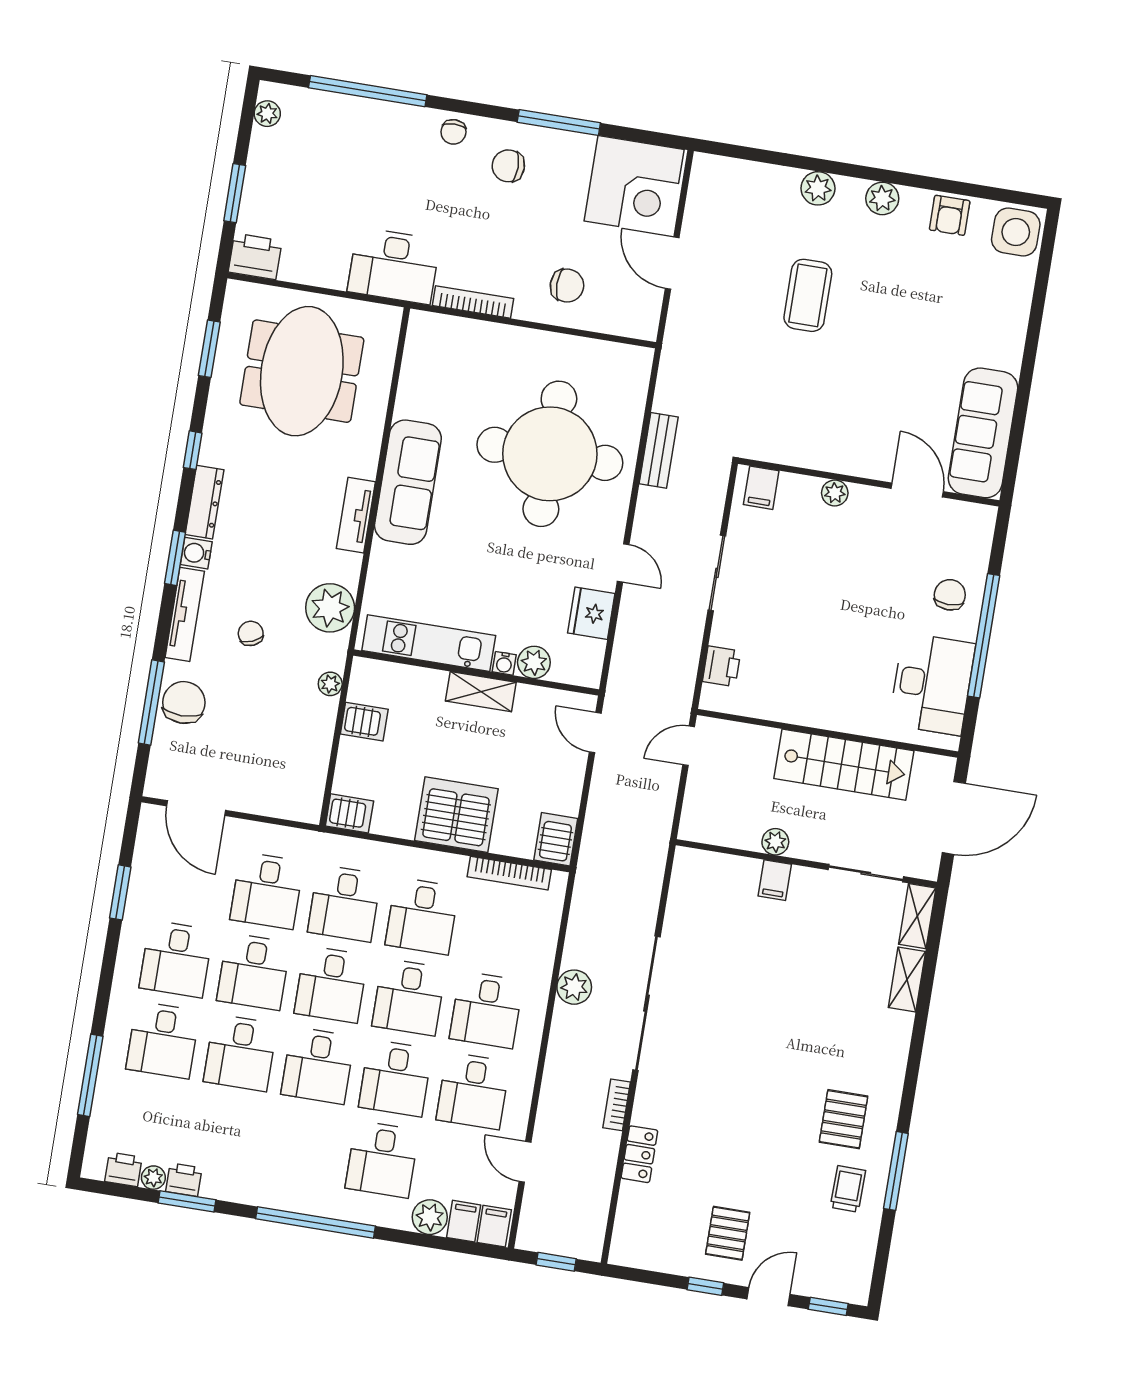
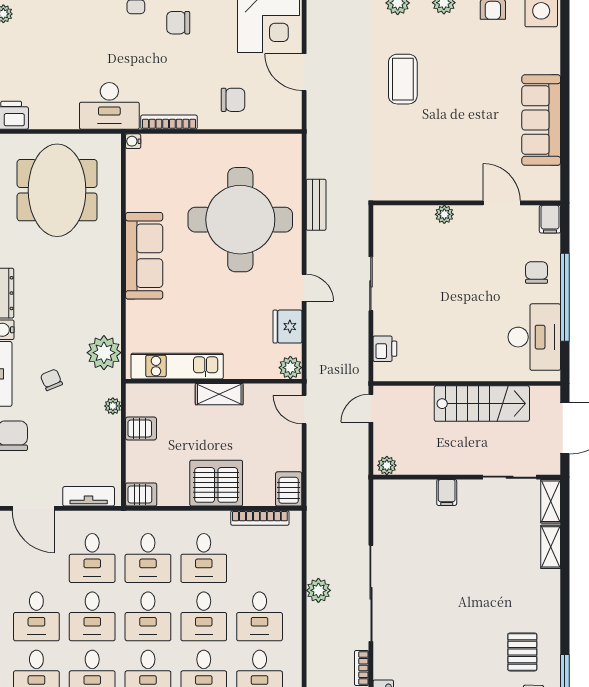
sofa: (983, 433) -> (541, 120), moved
filing cabinet: (761, 488) -> (550, 219), moved
tv unit: (356, 515) -> (89, 496), moved, turned 90
plant: (534, 662) -> (290, 368), moved
water cooler: (504, 663) -> (133, 141), moved, turned 90
plant: (775, 842) -> (387, 465), moved

